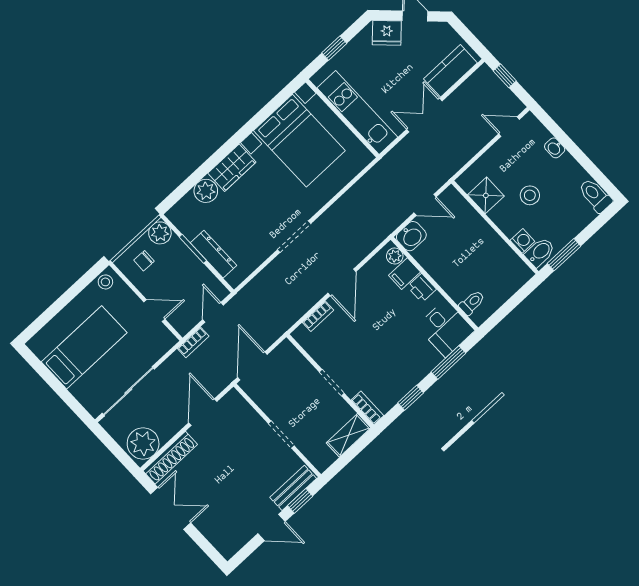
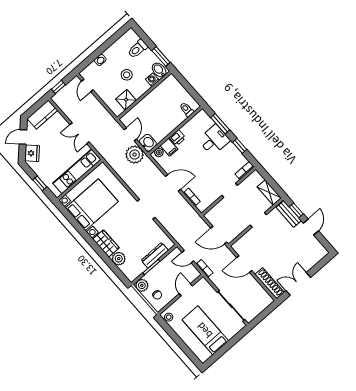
kitchen counter: (450, 71) -> (42, 115), moved, turned -90
toilet: (595, 195) -> (138, 49), moved
desk: (445, 328) -> (214, 140), moved
shelving: (349, 435) -> (269, 192), moved
plant: (143, 443) -> (135, 155), moved

